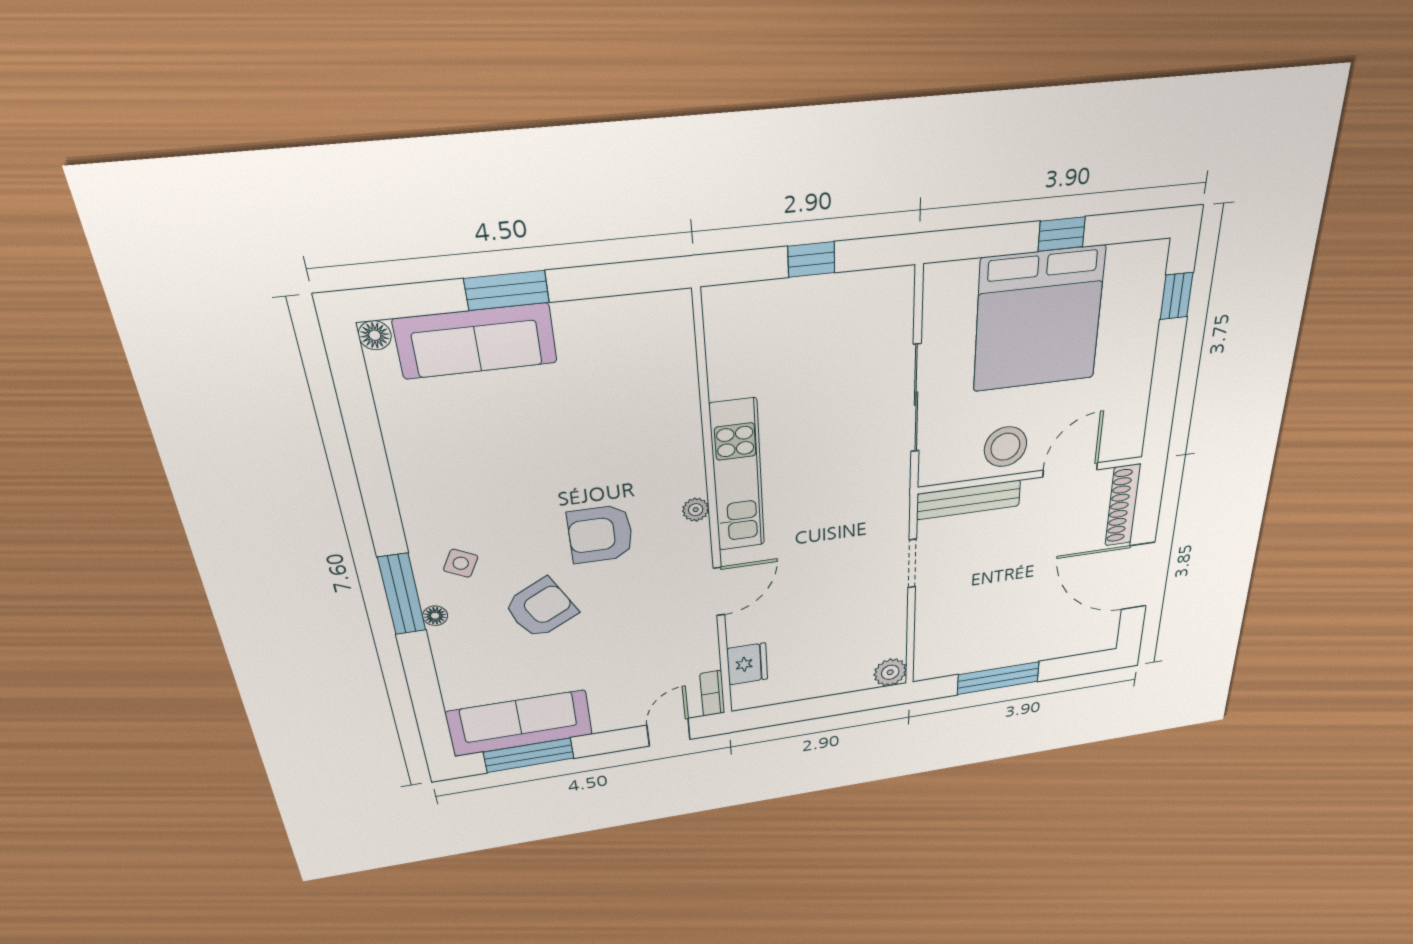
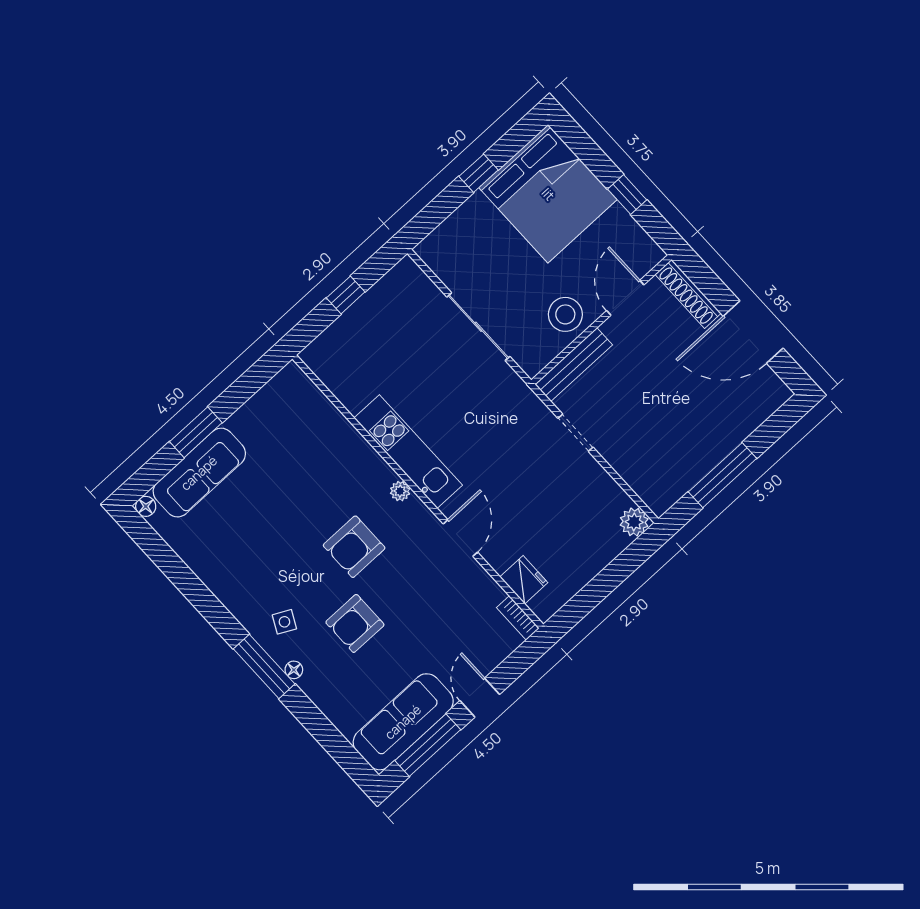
window: (1177, 296) -> (627, 194), moved
bed: (1039, 319) -> (548, 194), moved
armchair: (541, 608) -> (355, 623), turned -152
door: (669, 732) -> (480, 698), moved

